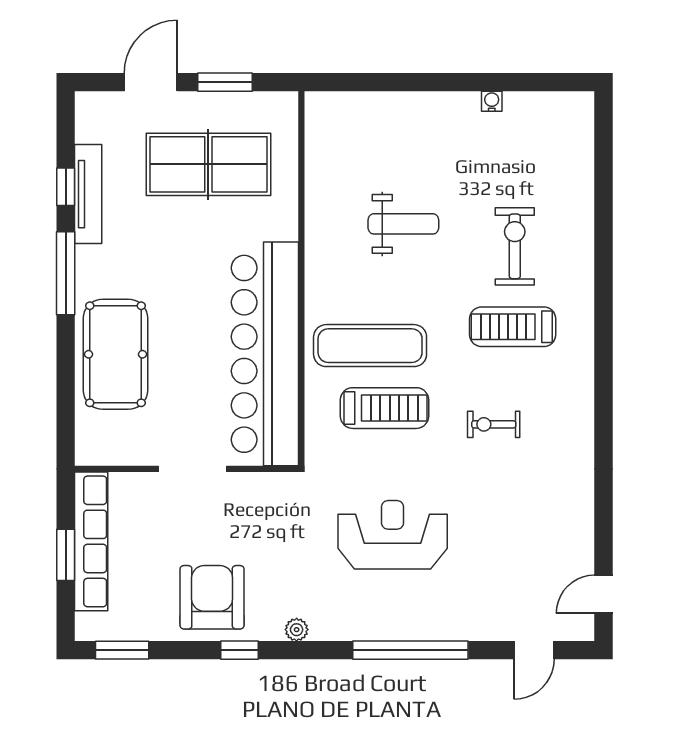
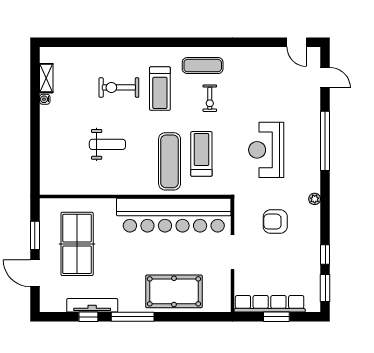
shelving: (533, 104) -> (46, 78), added
weight bench: (403, 224) -> (107, 144), turned 90
exercise mat: (558, 410) -> (203, 66), added
armchair: (212, 597) -> (275, 222), moved, width x0.73, depth x0.73
window: (240, 650) -> (325, 255), moved

